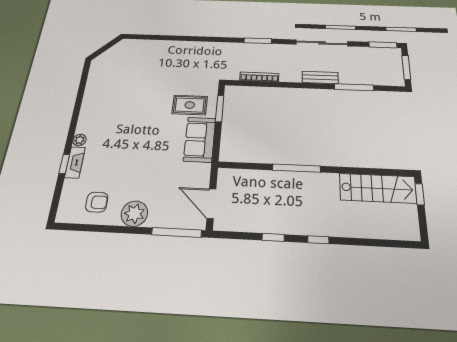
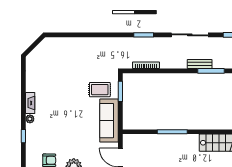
bench: (320, 77) -> (200, 64), moved
sofa: (200, 139) -> (109, 121), width x1.36
fireplace: (75, 162) -> (30, 103), moved

